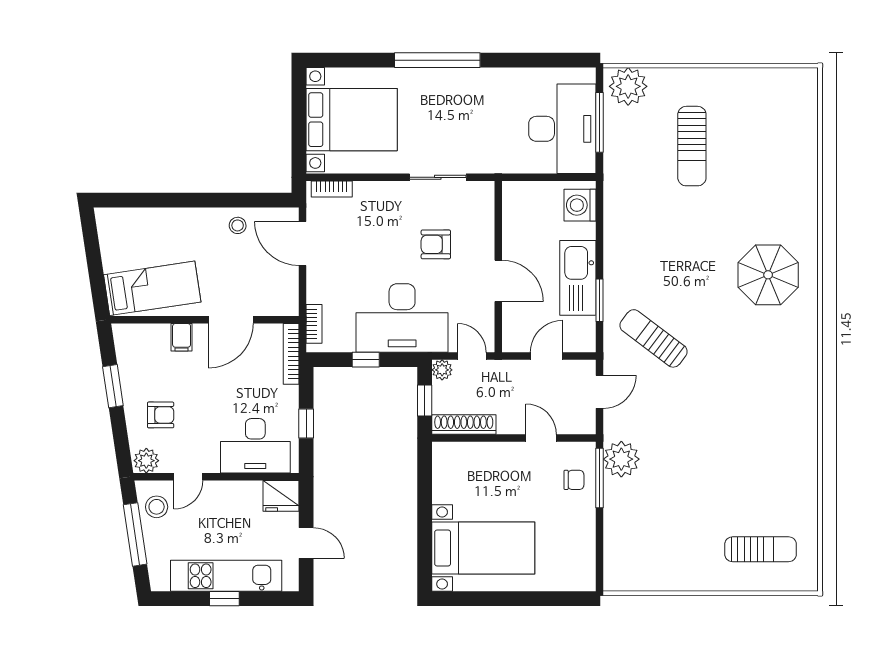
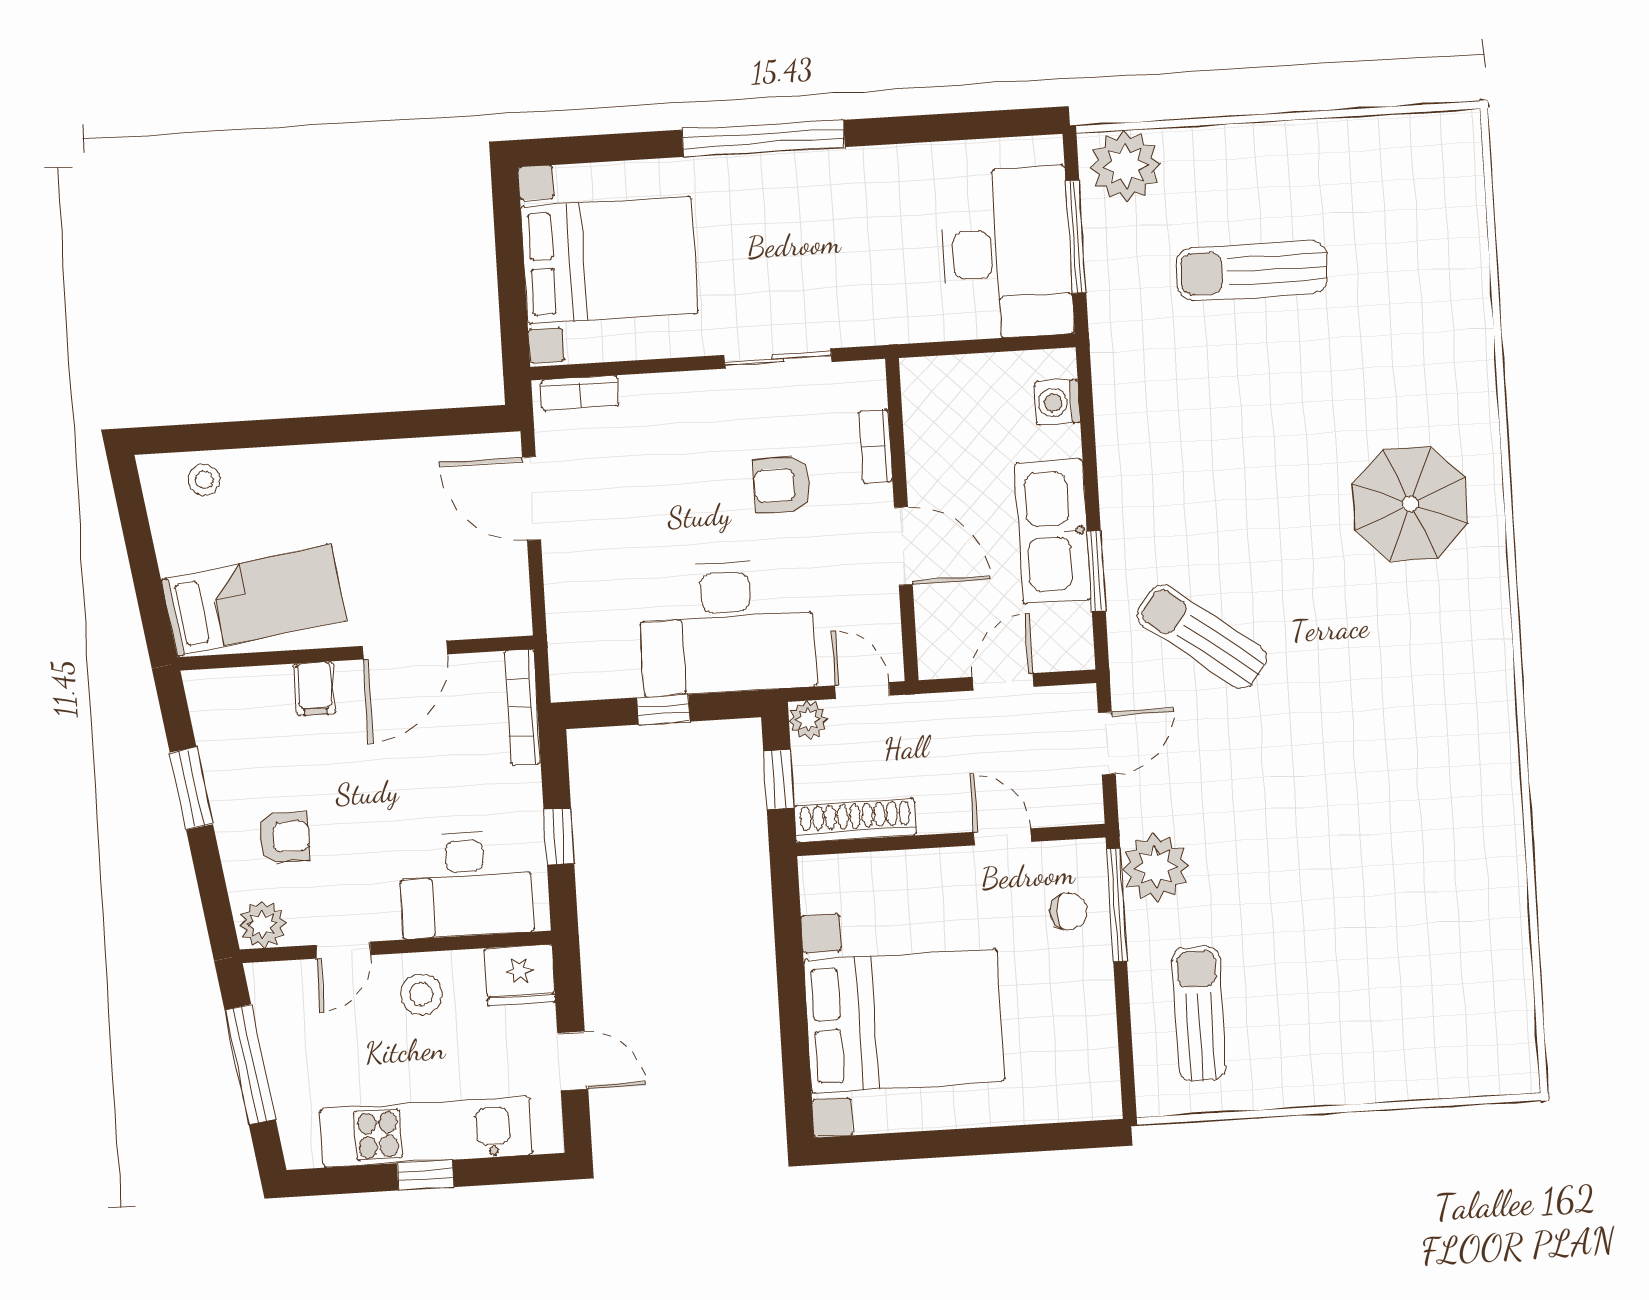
sun lounger: (692, 146) -> (1252, 271), turned 90
washing machine: (580, 205) -> (1057, 402), width x0.73, depth x0.73
stool: (238, 225) -> (204, 480), moved
bookcase: (314, 324) -> (876, 446), moved, turned 180
stool: (157, 507) -> (421, 994), moved
bed with nightstands: (483, 548) -> (904, 1021), width x1.36
sun lounger: (761, 549) -> (1199, 1014), moved, turned -90

